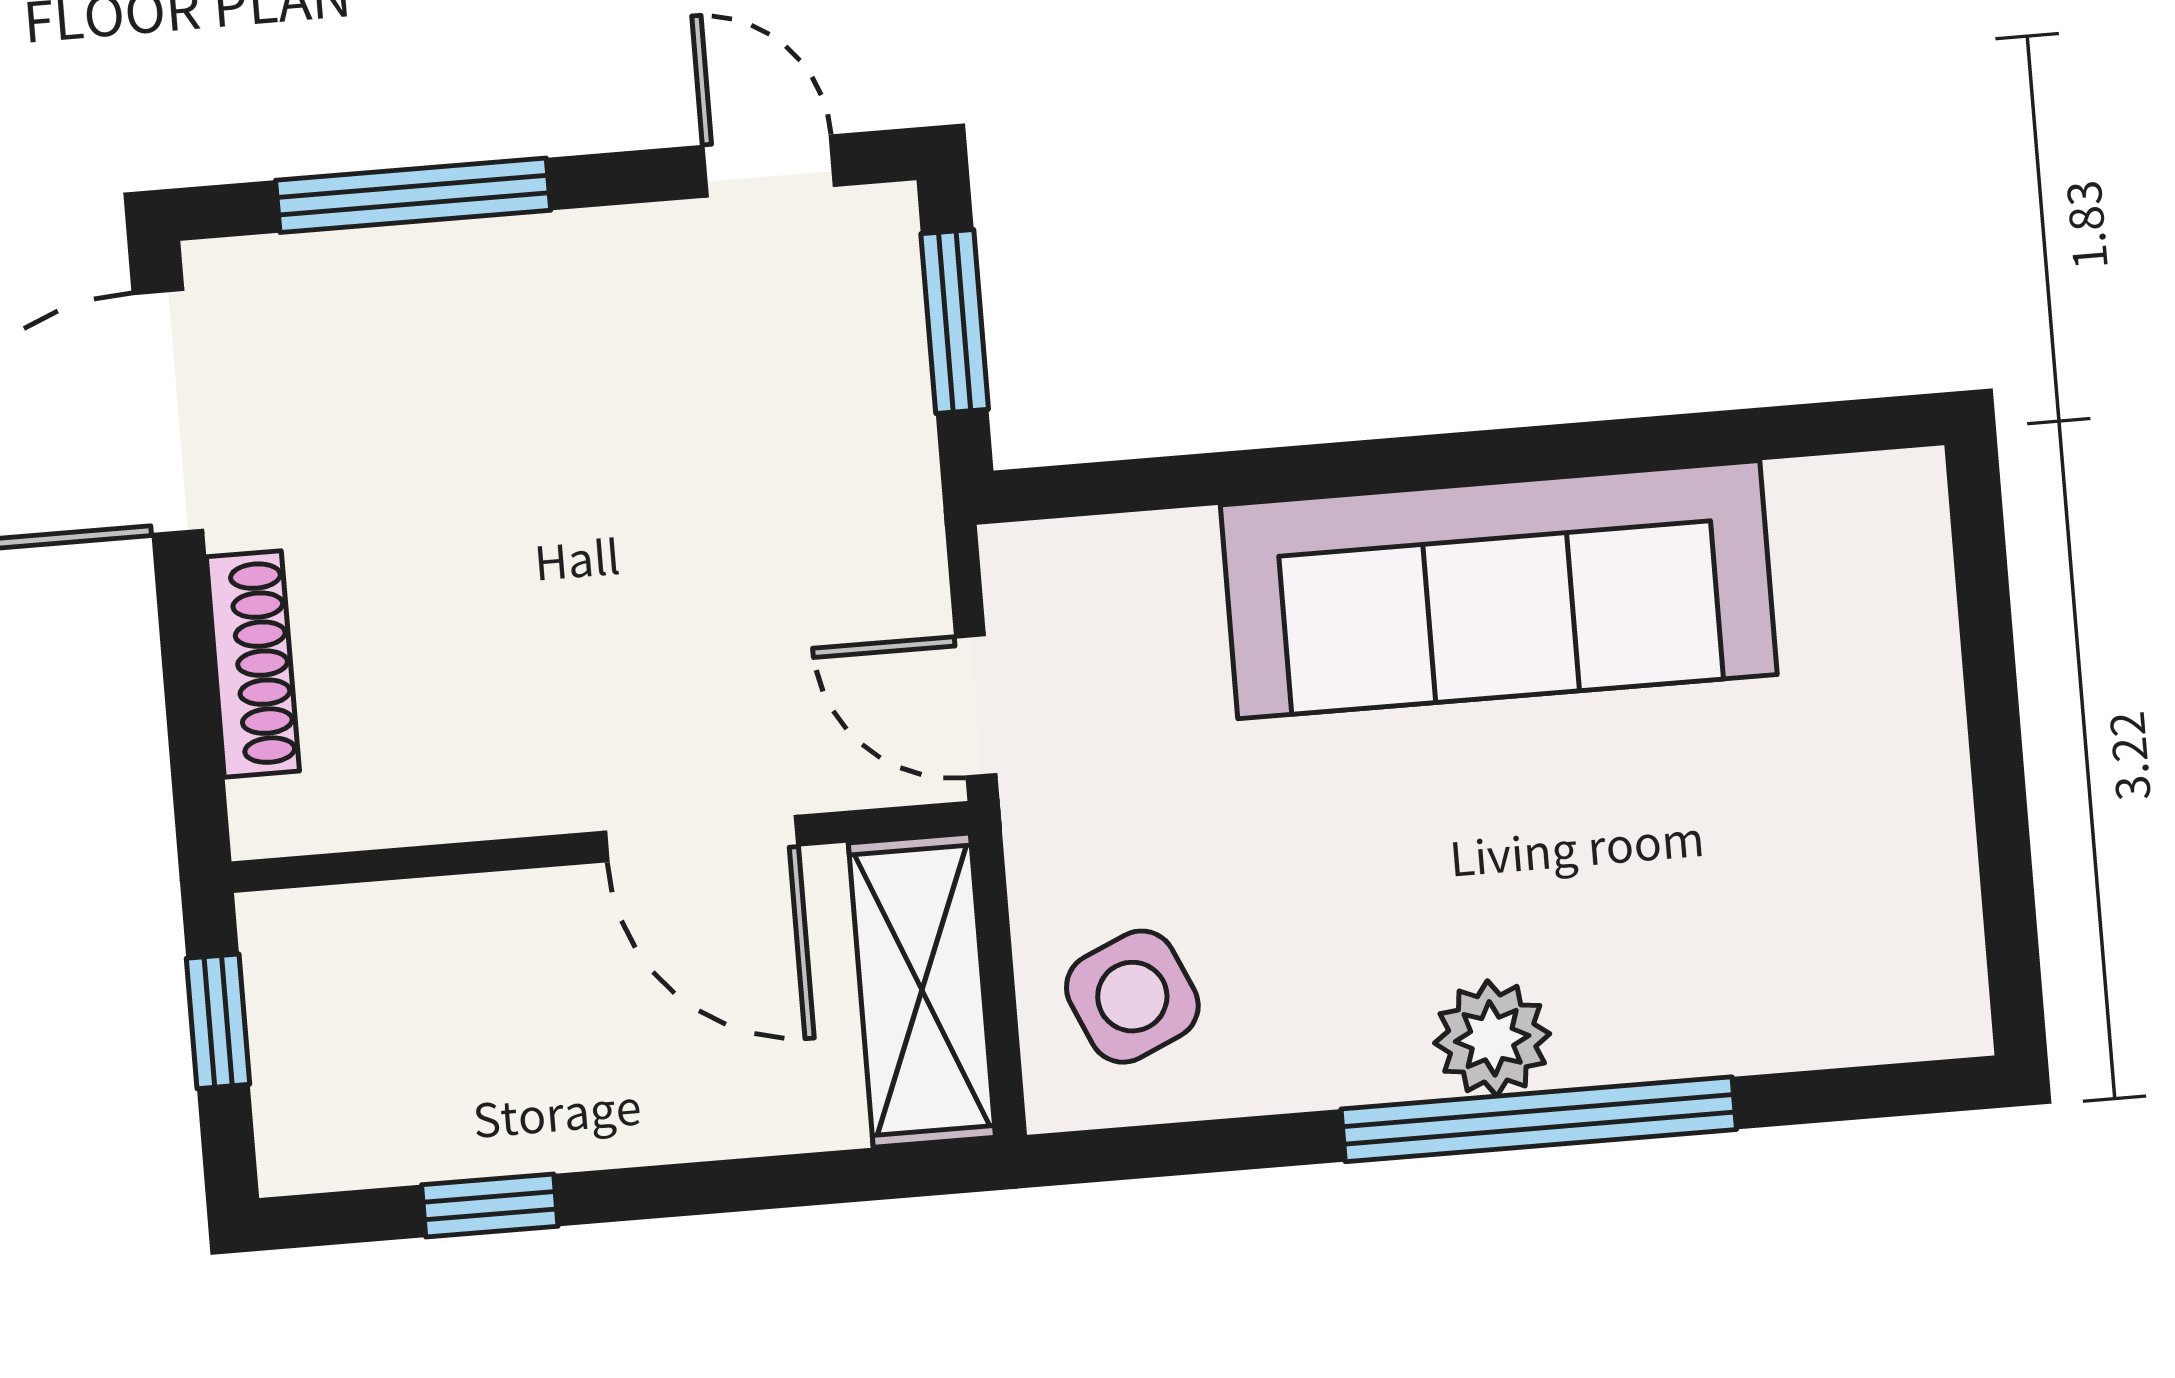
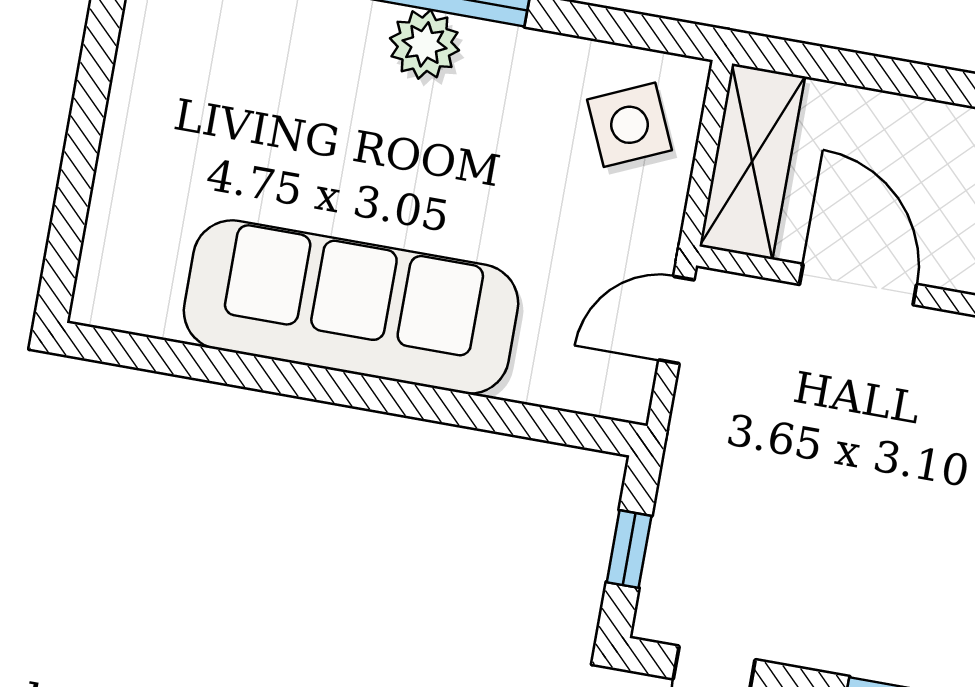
window: (955, 322) -> (629, 549), width x0.67
door: (976, 706) -> (676, 320), swing flipped

